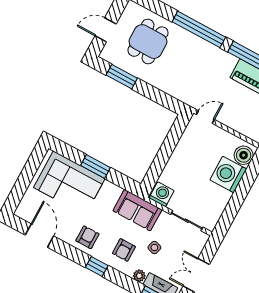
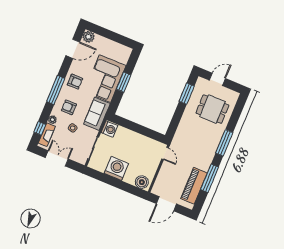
window: (199, 29) -> (224, 143), width x0.68
door: (106, 30) -> (217, 79), hinge flipped
washing machine: (228, 174) -> (116, 168), moved
corner sofa: (69, 183) -> (105, 79), moved
plant: (24, 211) -> (89, 37), added
window: (97, 266) -> (56, 90), width x2.17

